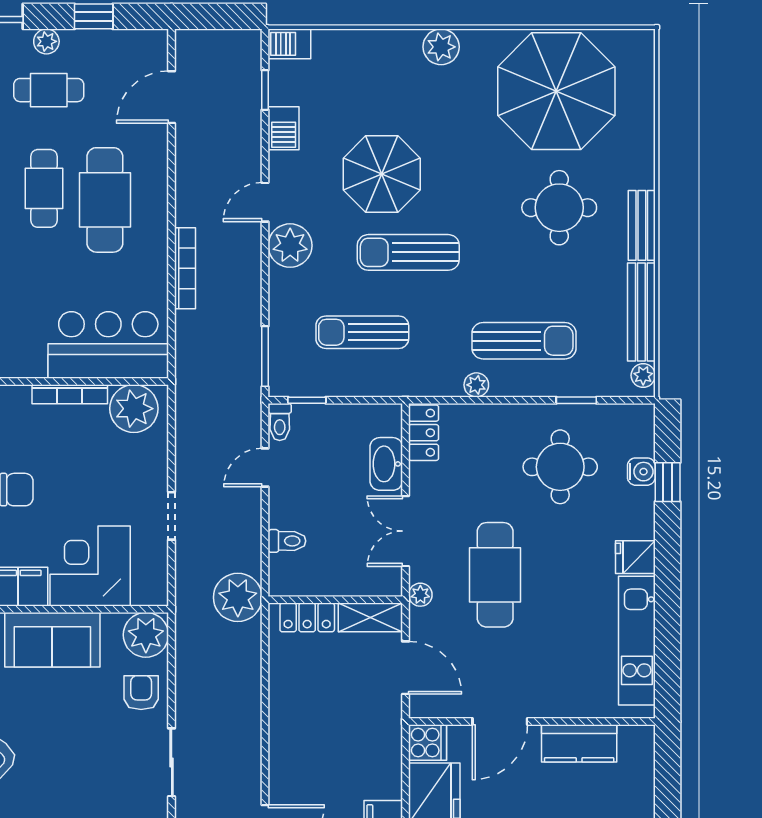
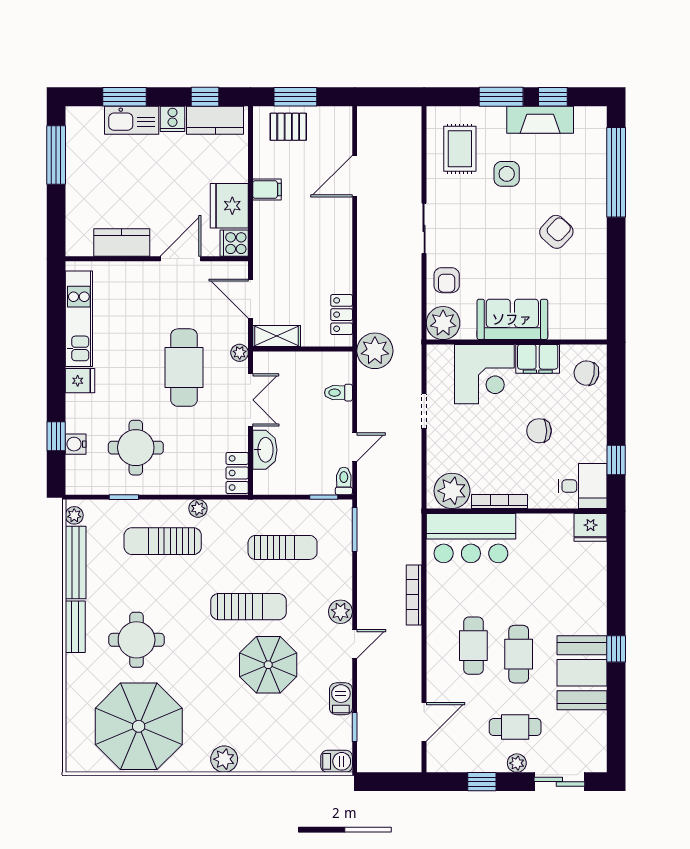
cafe table: (105, 200) -> (473, 646), width x0.73, depth x0.74
plant: (290, 246) -> (340, 612), width x0.73, depth x0.73
locker: (307, 617) -> (342, 315), moved, turned -90

